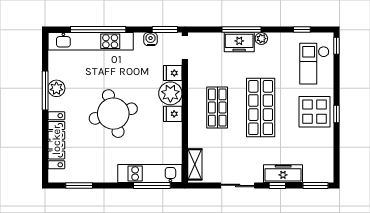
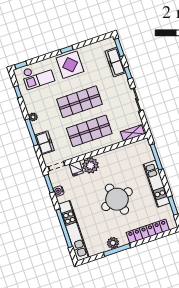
freezer: (239, 42) -> (45, 143), moved
shop shelf: (217, 108) -> (89, 131), width x1.43, depth x1.36
fridge: (173, 114) -> (104, 159), removed
kitchen unit: (150, 174) -> (157, 184), moved
freezer: (283, 174) -> (115, 62), moved

